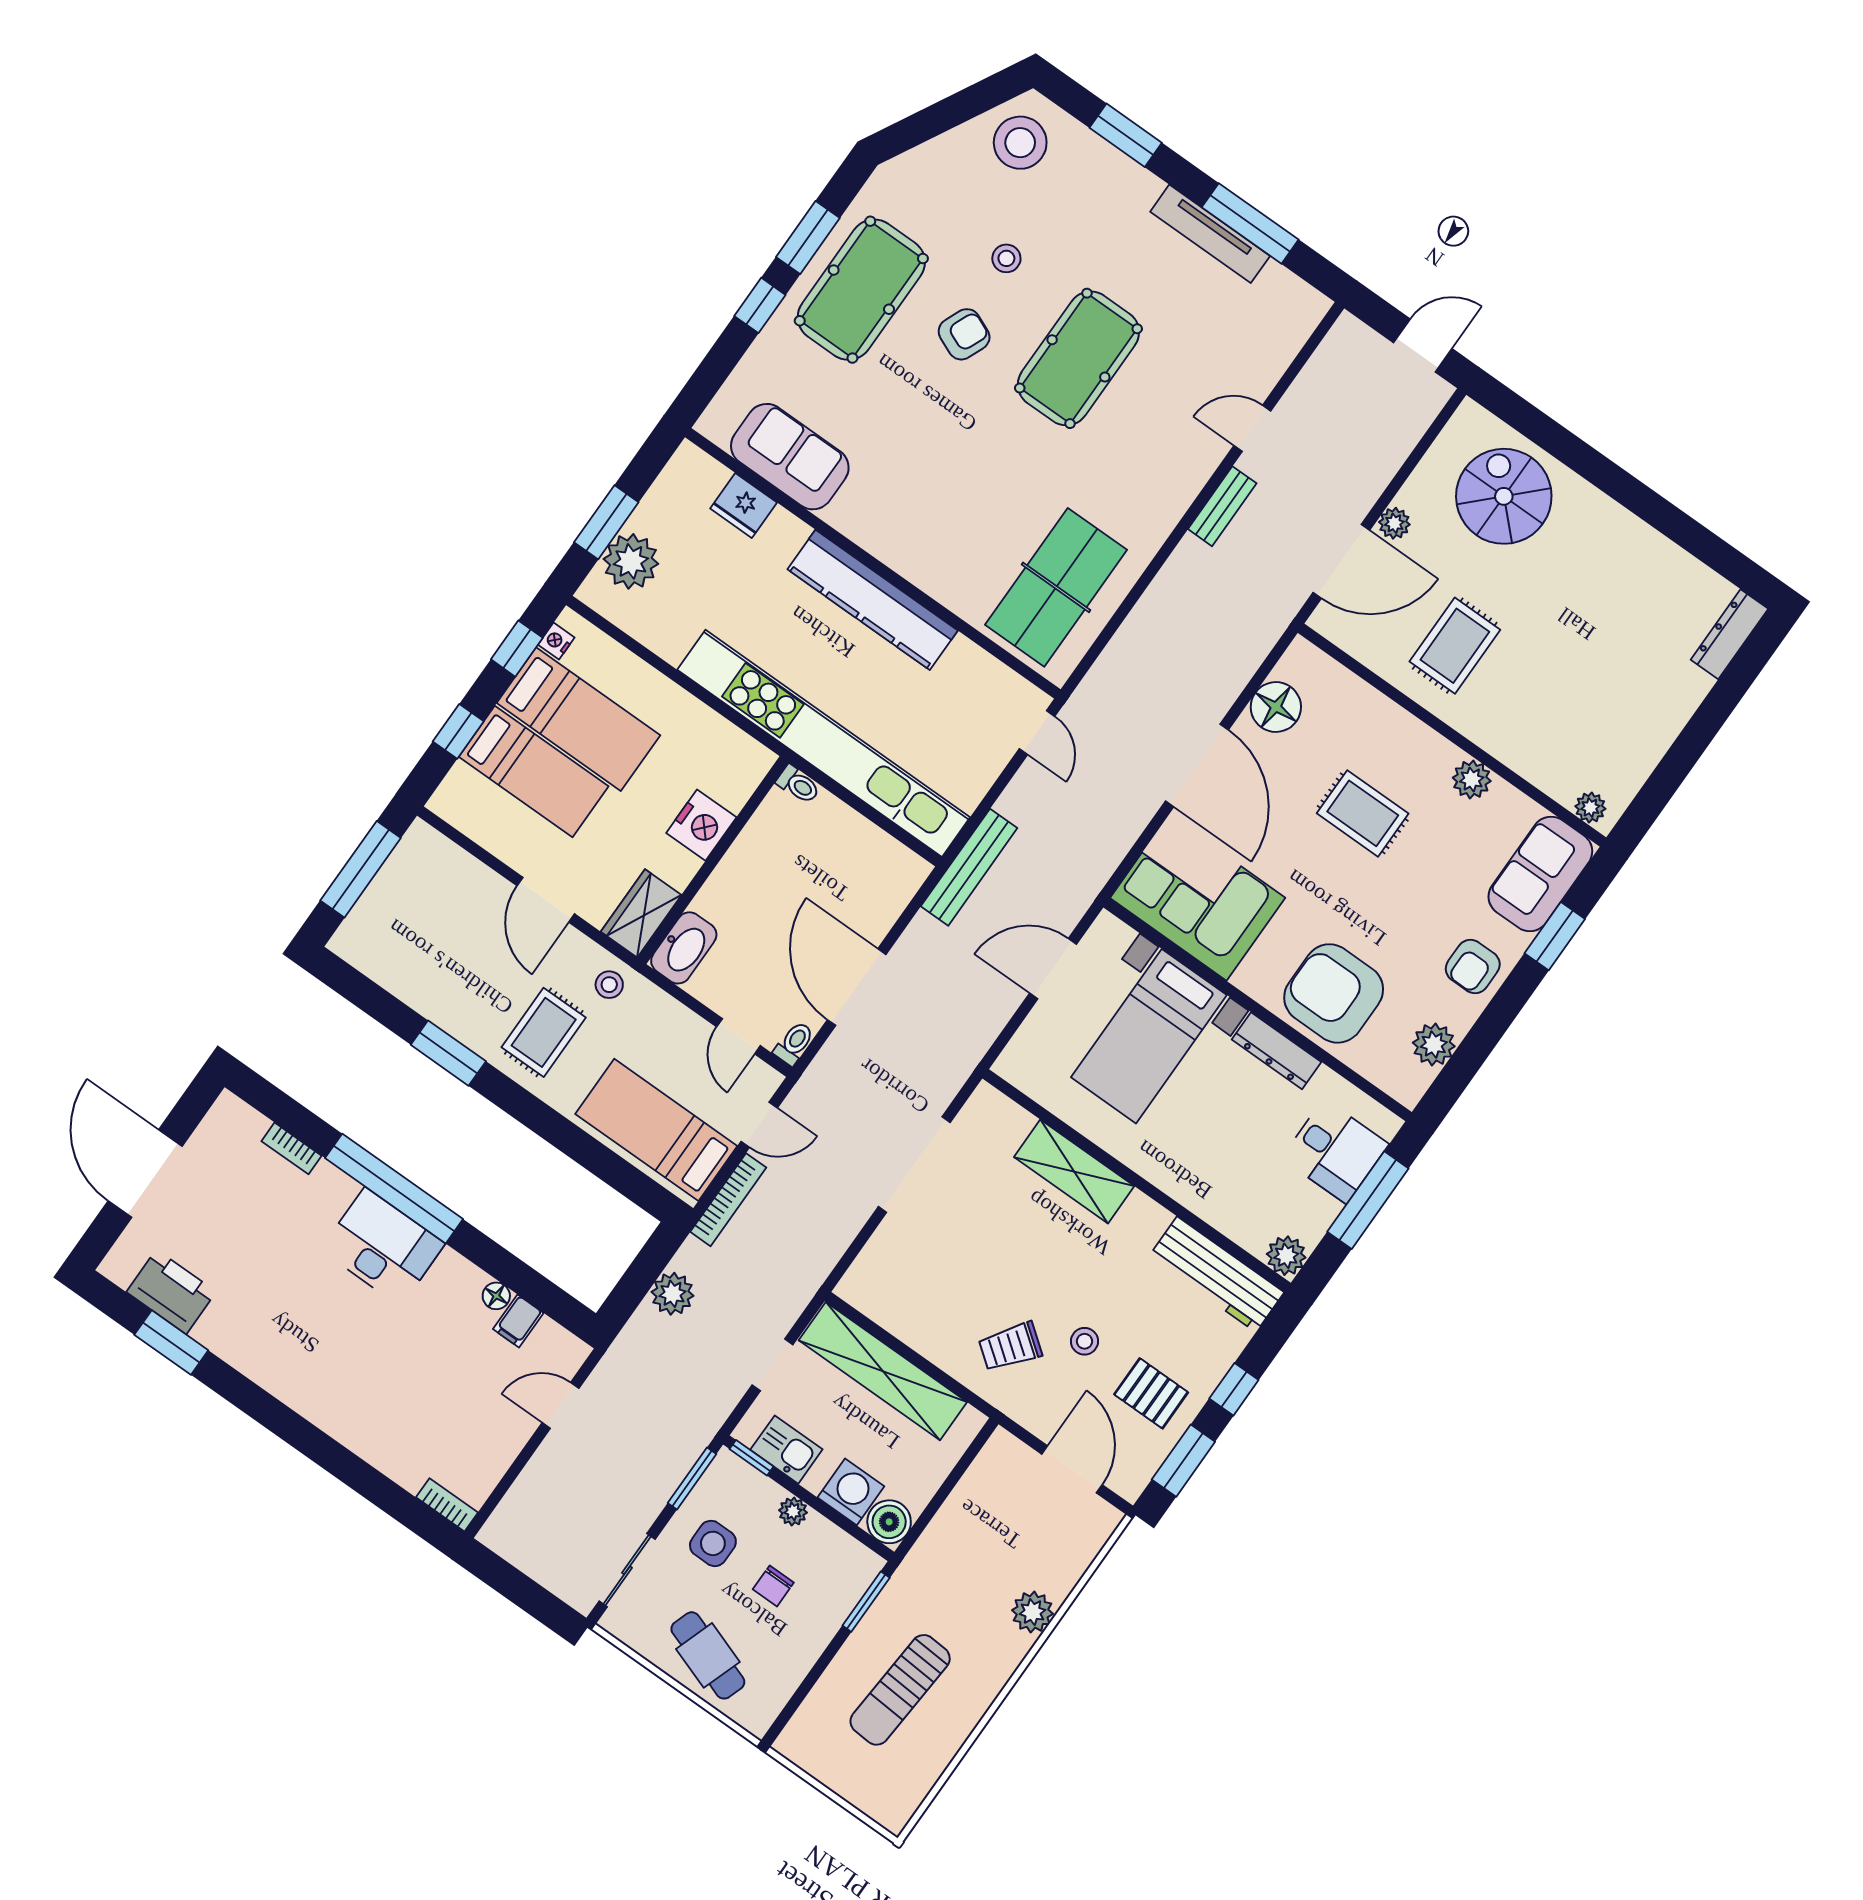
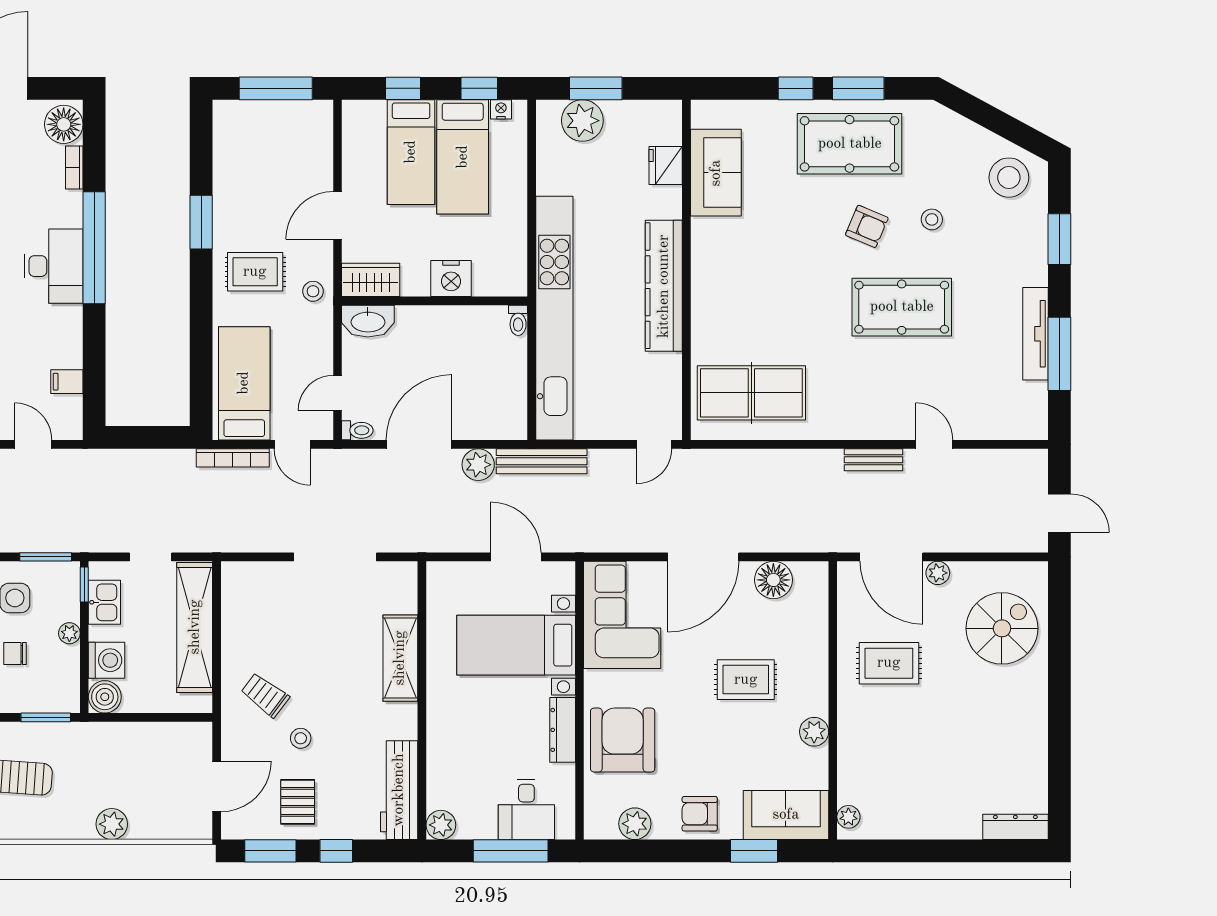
rug: (1363, 813) -> (746, 680), turned 90
plant: (672, 1294) -> (478, 465), moved
floor lamp: (496, 1296) -> (64, 124), moved, width x1.89, depth x1.89

